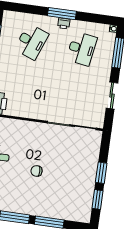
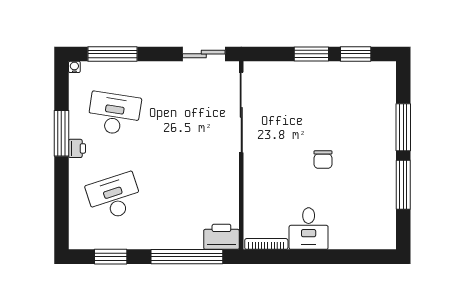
window: (62, 14) -> (61, 133), moved
desk: (31, 42) -> (114, 197), turned -39
sliding door: (112, 96) -> (204, 54), moved

